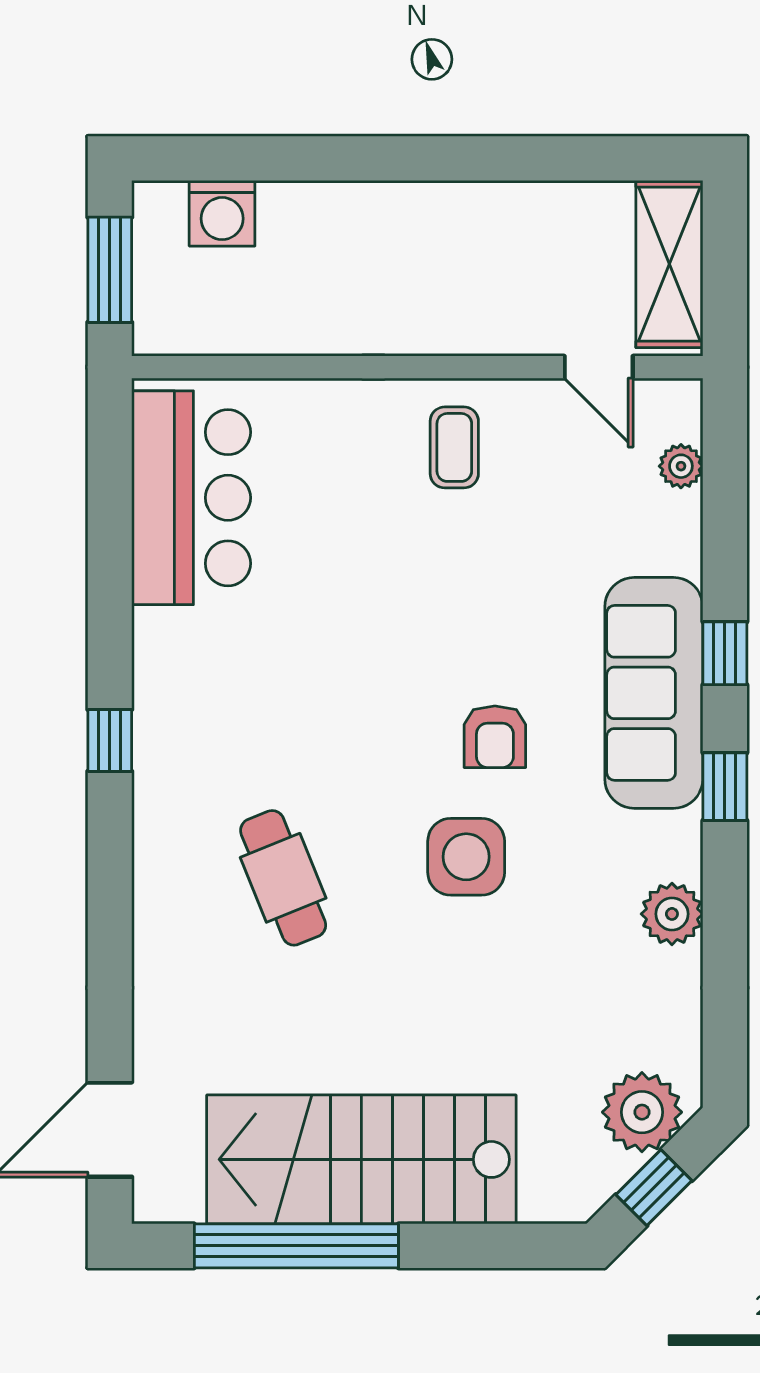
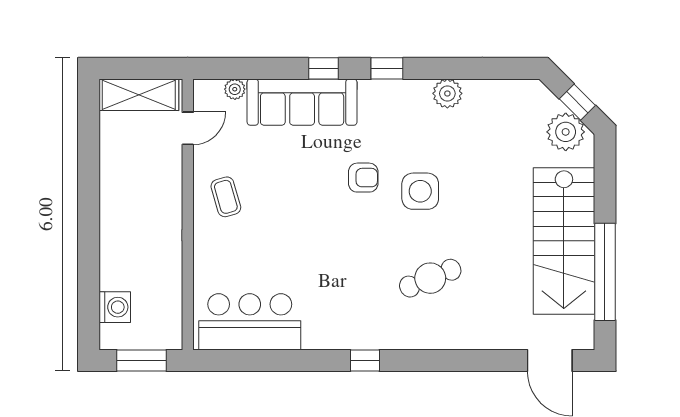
coffee table: (454, 447) -> (226, 197), turned 74
sofa: (654, 693) -> (302, 102), moved
plant: (642, 1112) -> (566, 132), moved

